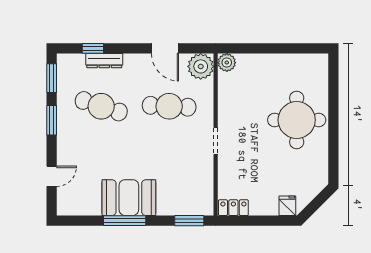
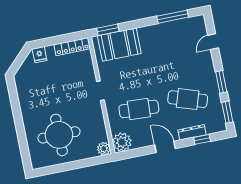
door: (165, 48) -> (165, 147), moved
round table: (297, 120) -> (59, 135), moved
booth: (129, 198) -> (119, 45), moved
locker: (233, 208) -> (72, 47), width x1.53
window: (125, 221) -> (173, 17), moved

